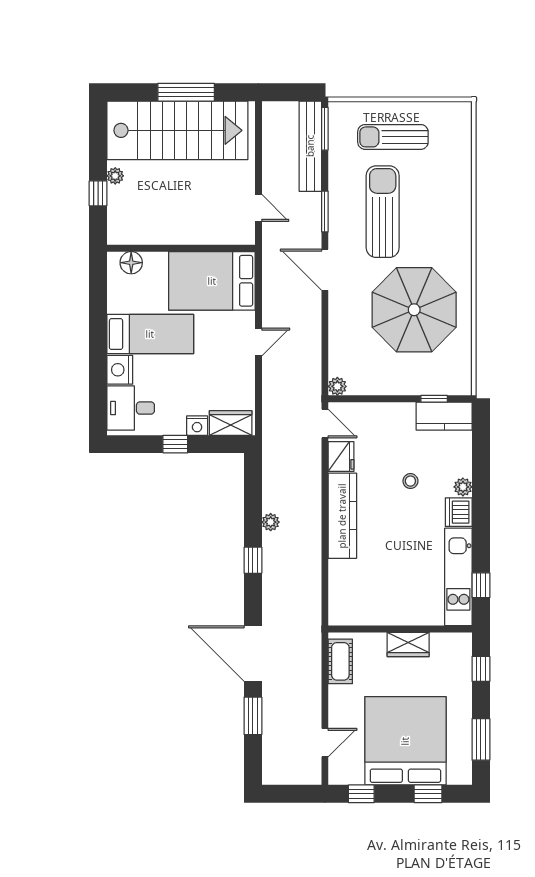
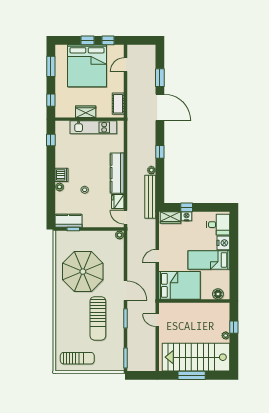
sun lounger: (393, 137) -> (77, 358), moved
bench: (310, 146) -> (150, 197), moved
window: (175, 444) -> (187, 207), moved
kitchen unit: (458, 577) -> (93, 127), moved, turned 90
window: (428, 794) -> (87, 40), moved

